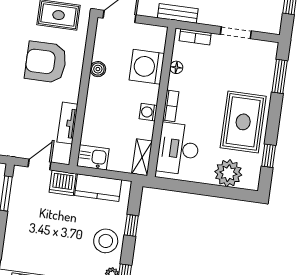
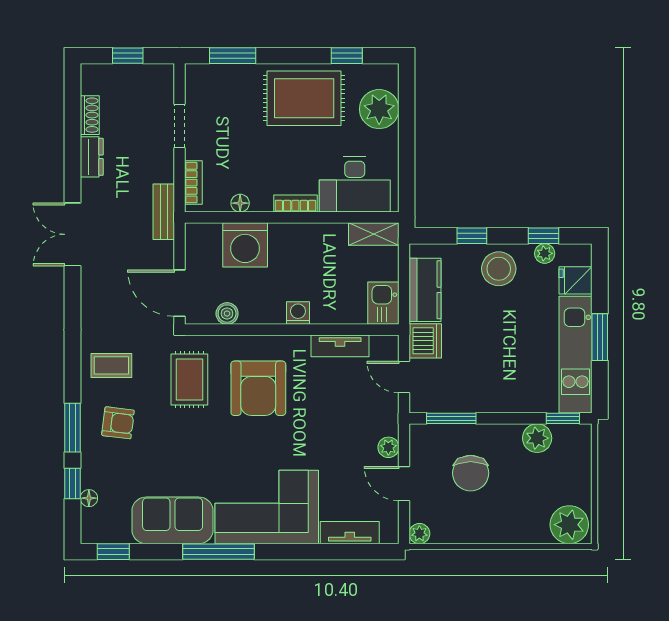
boiler: (98, 69) -> (227, 314), moved
washing machine: (148, 112) -> (298, 313), moved, turned 180

